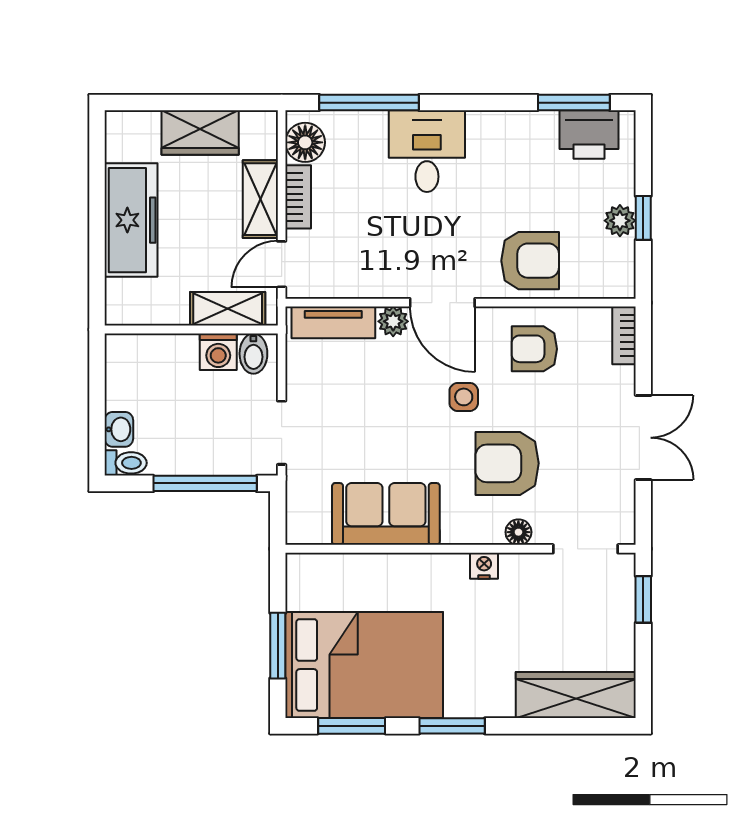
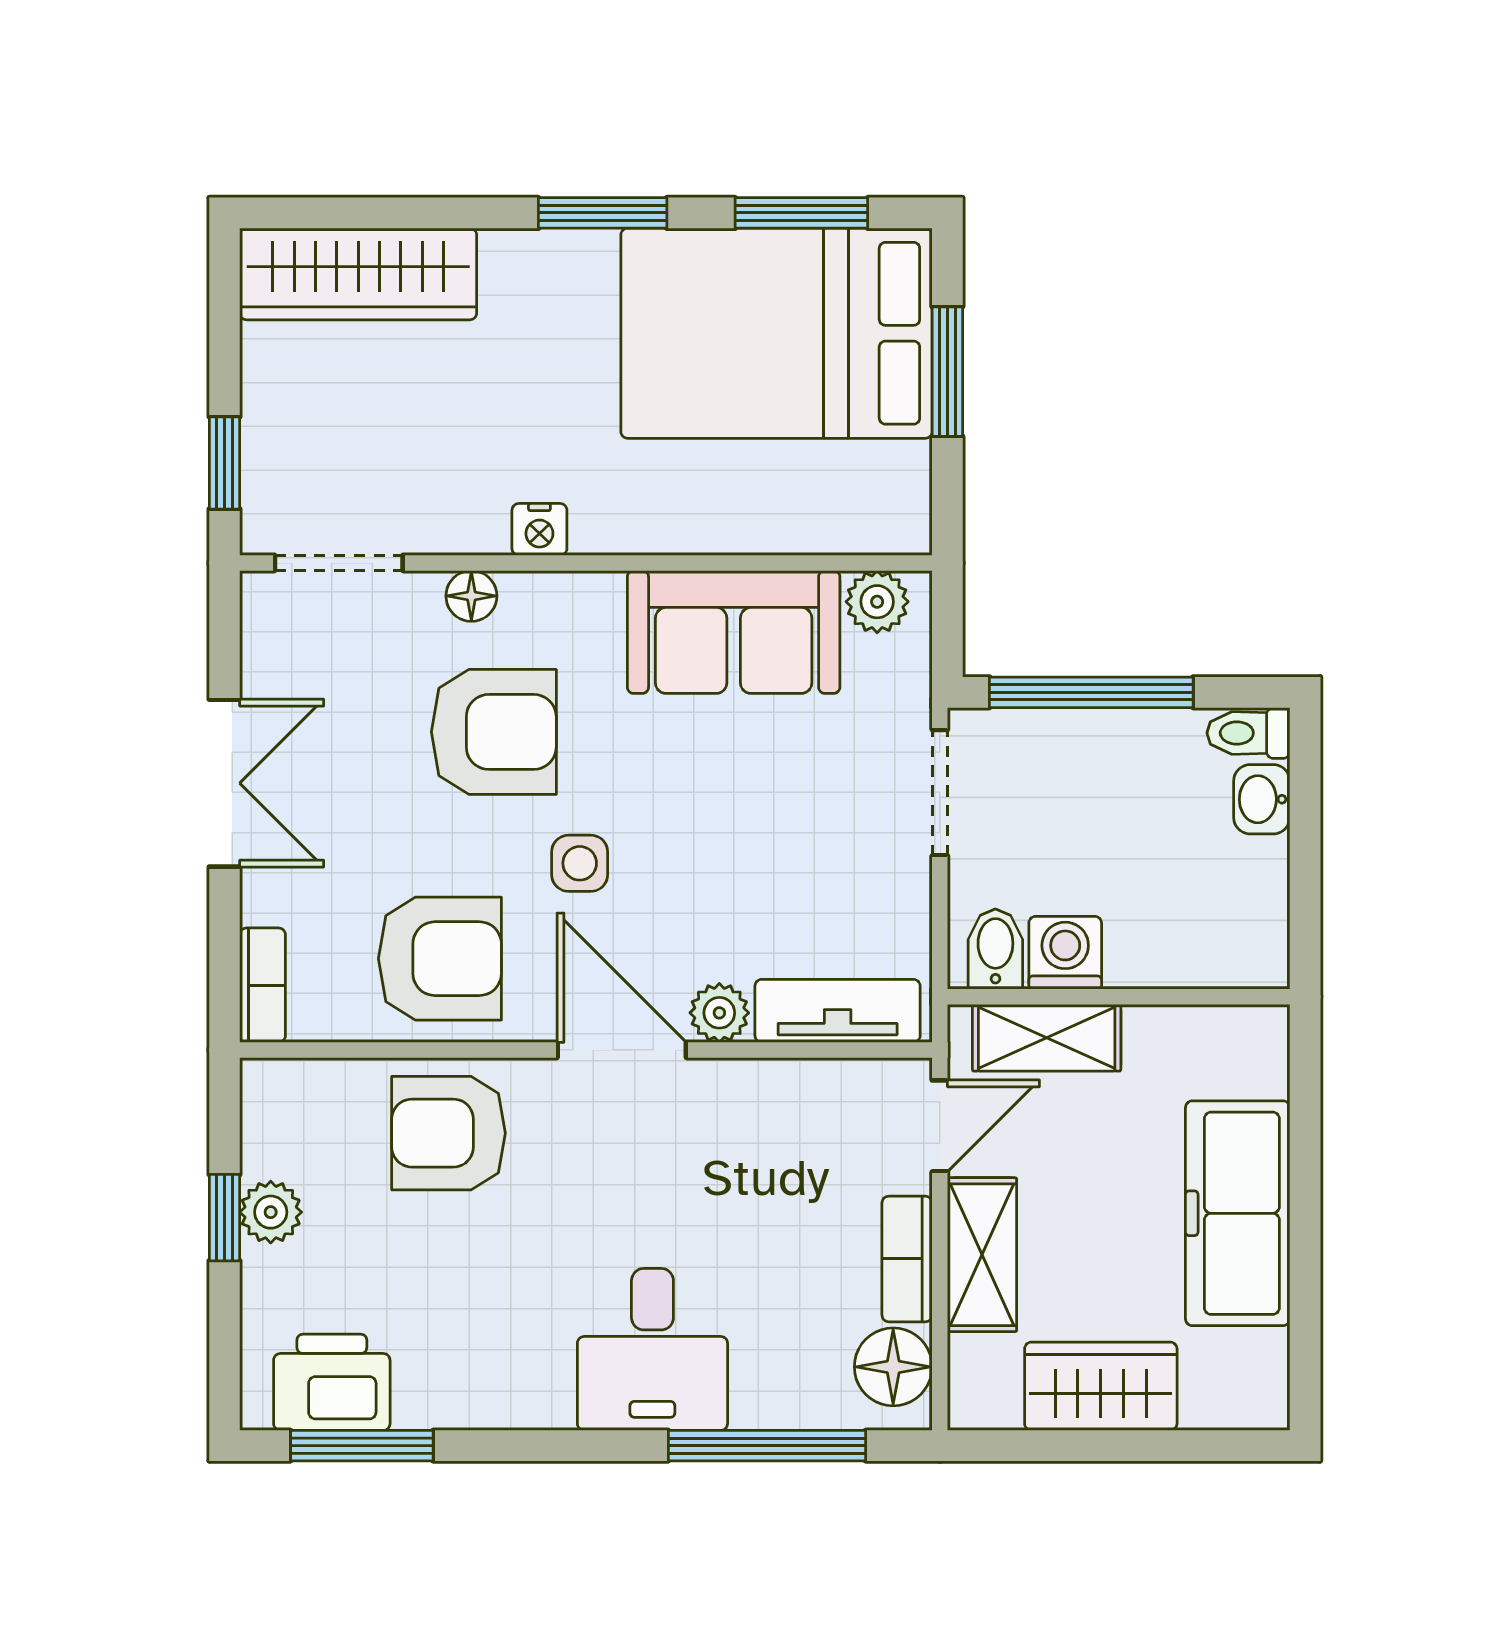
armchair: (534, 349) -> (440, 959), width x1.38, depth x1.38
double door: (643, 438) -> (225, 783), swing flipped
plant: (313, 529) -> (877, 602), added

